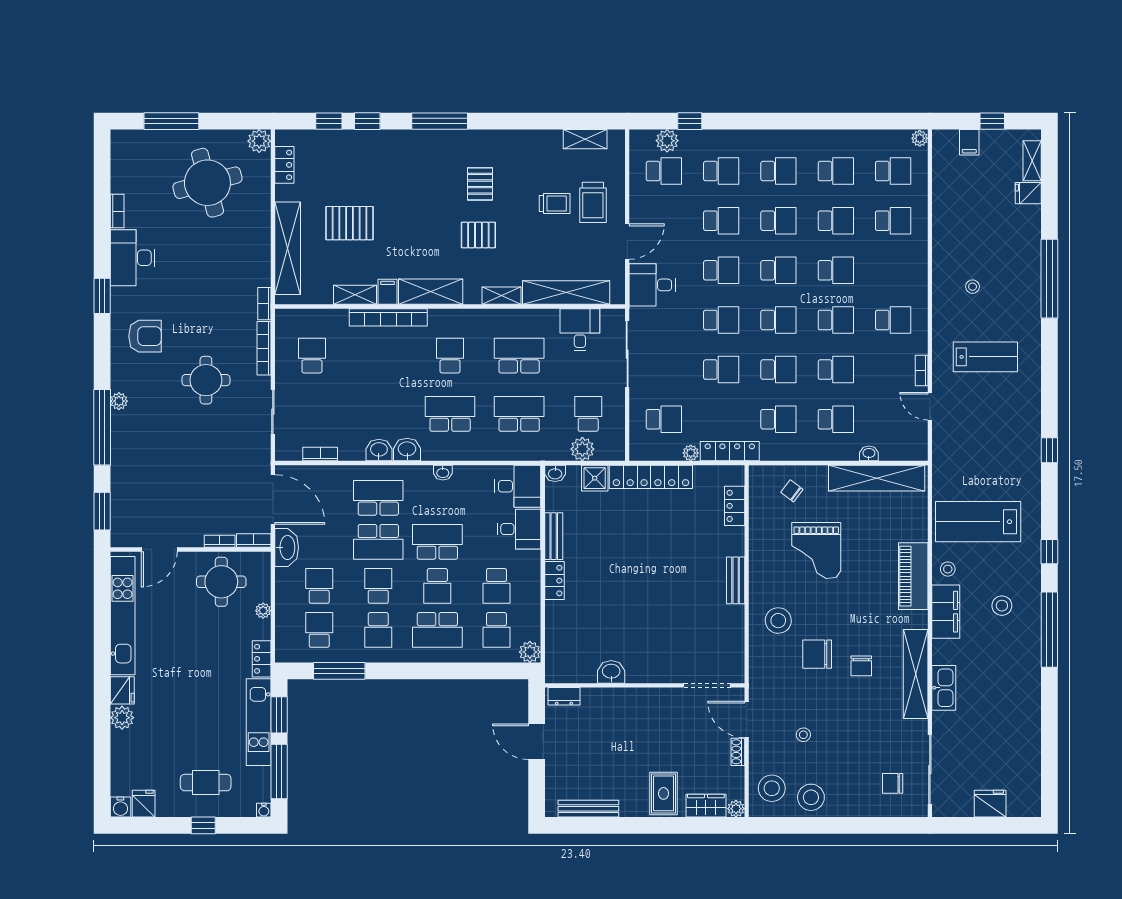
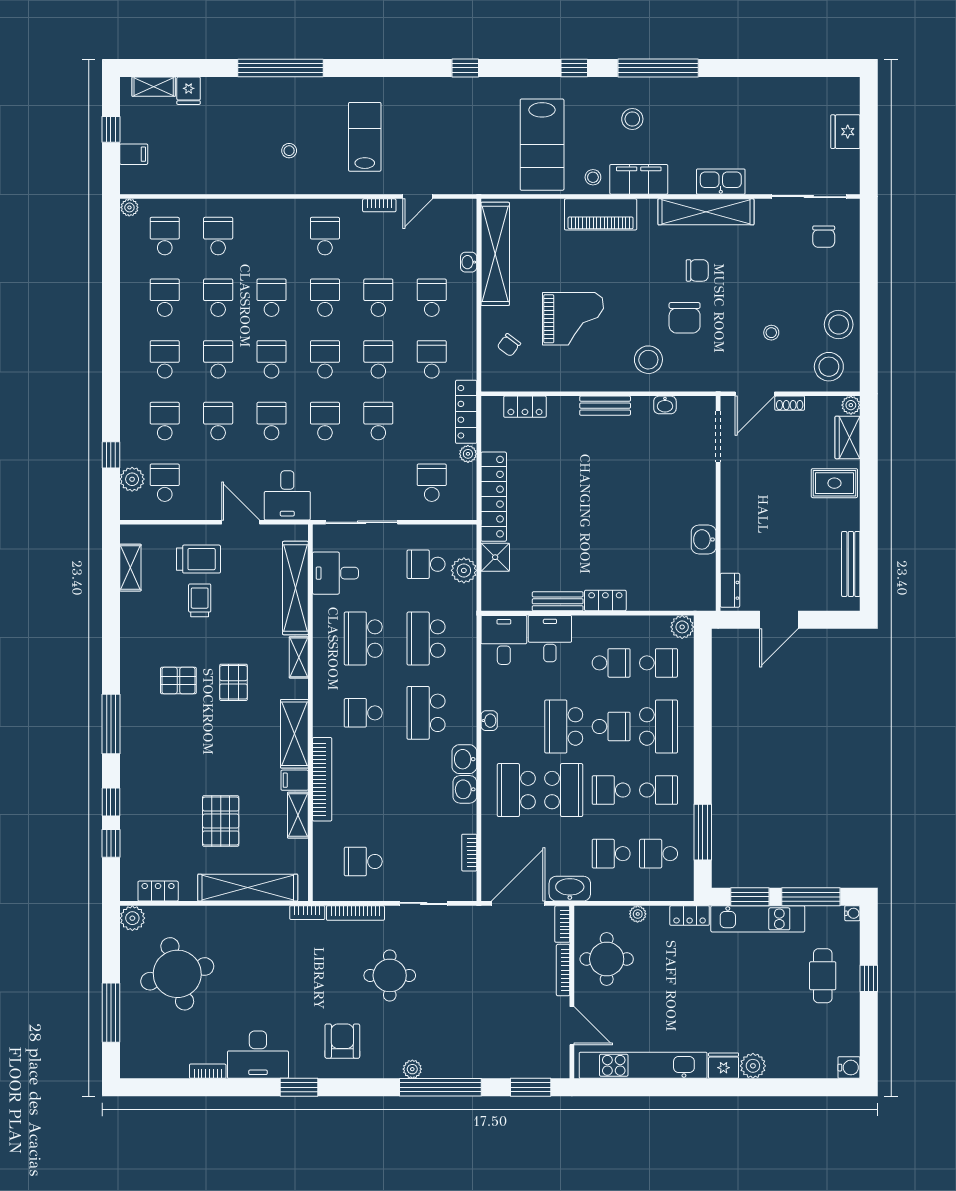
washbasin: (555, 473) -> (665, 405), moved, turned 90
bookcase: (220, 541) -> (563, 970), width x1.56
fridge: (144, 804) -> (845, 1043), removed

